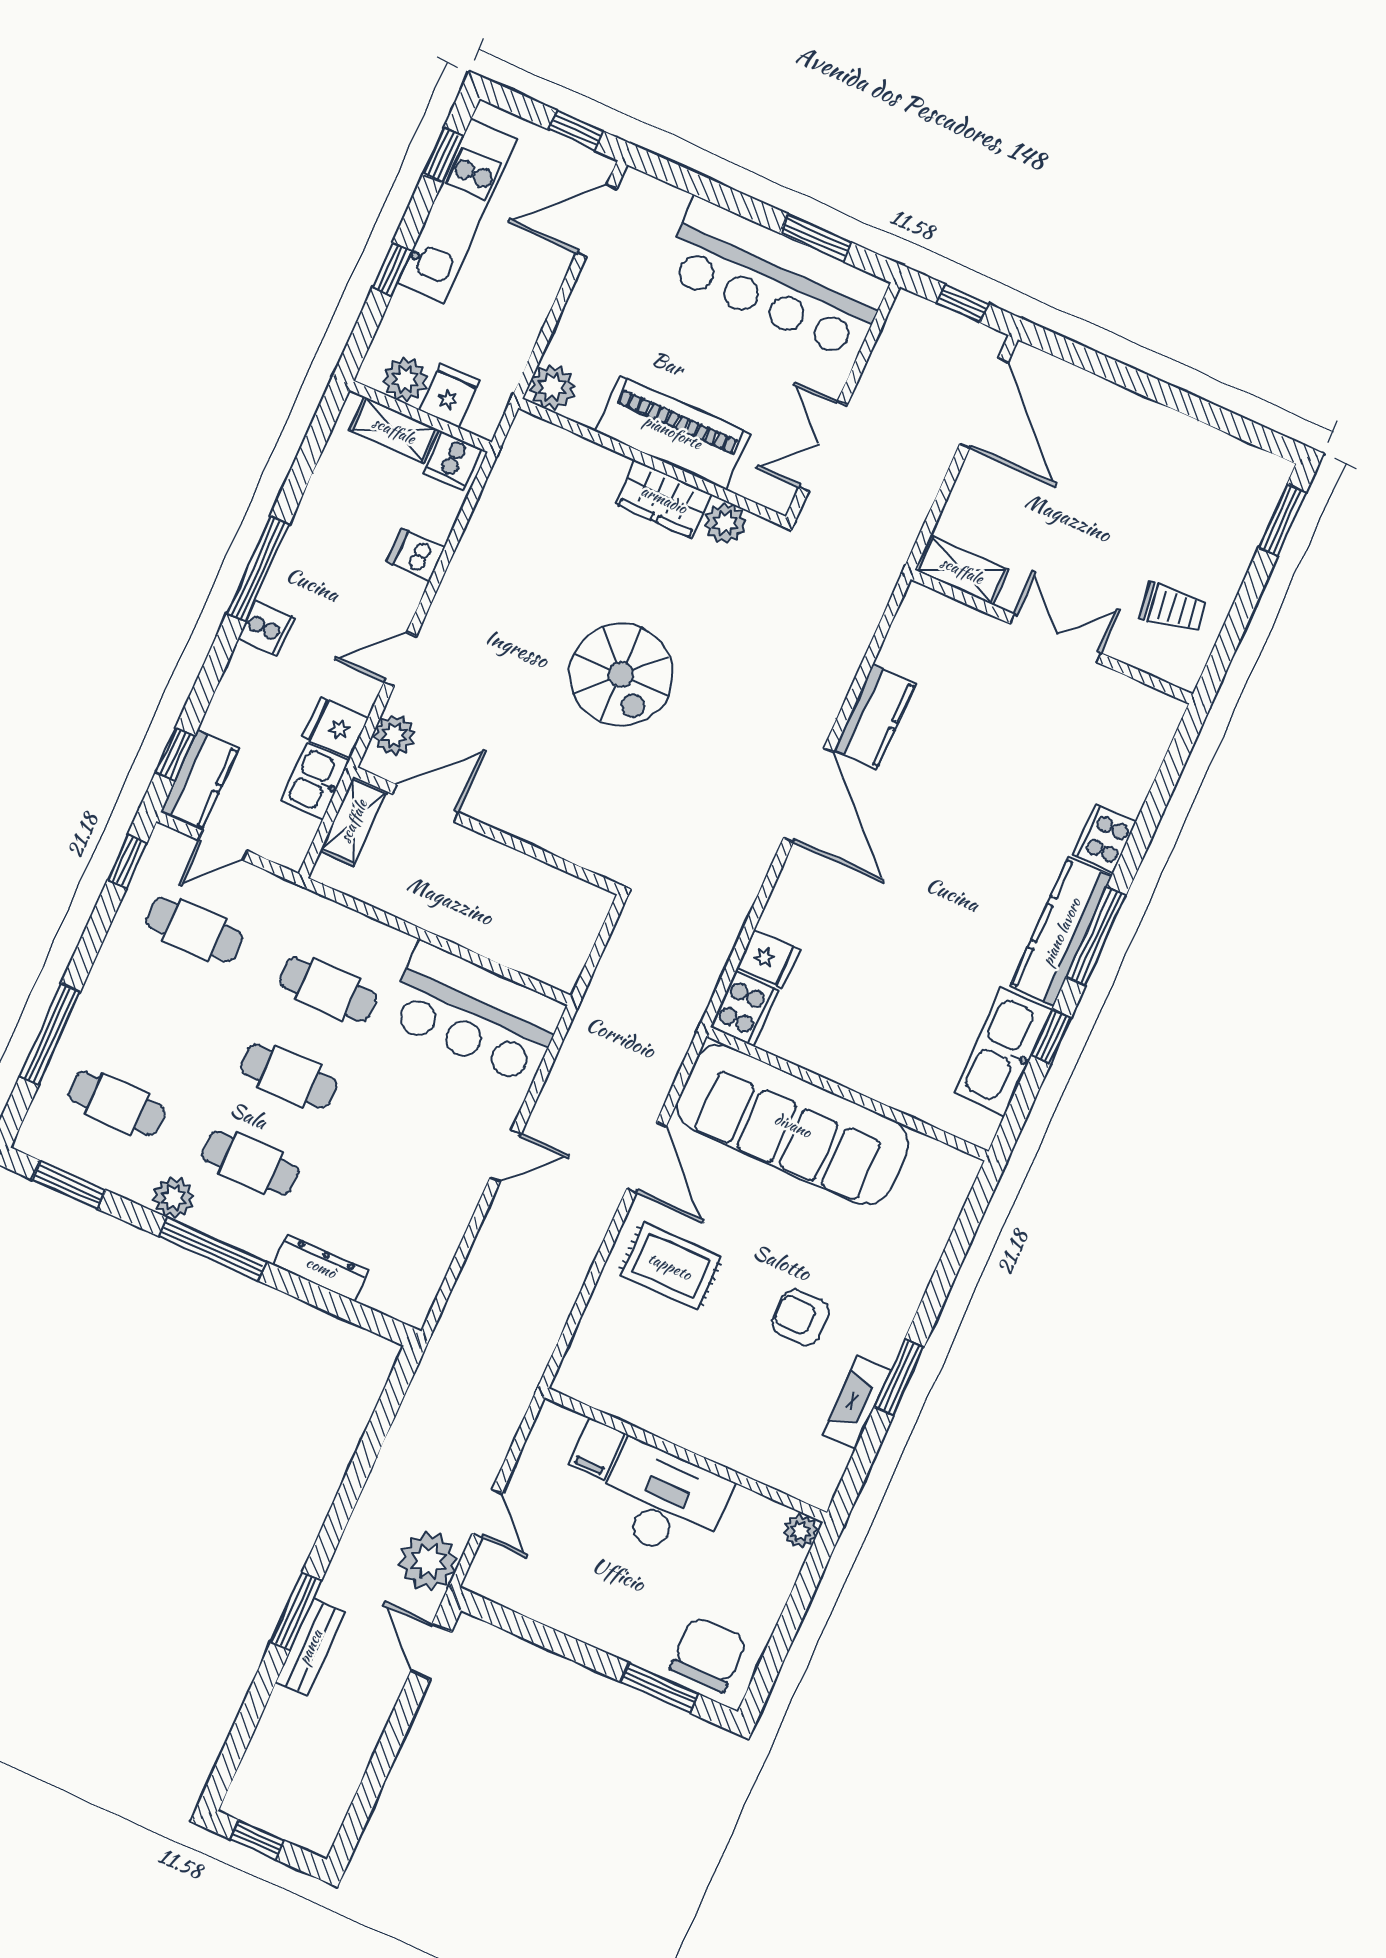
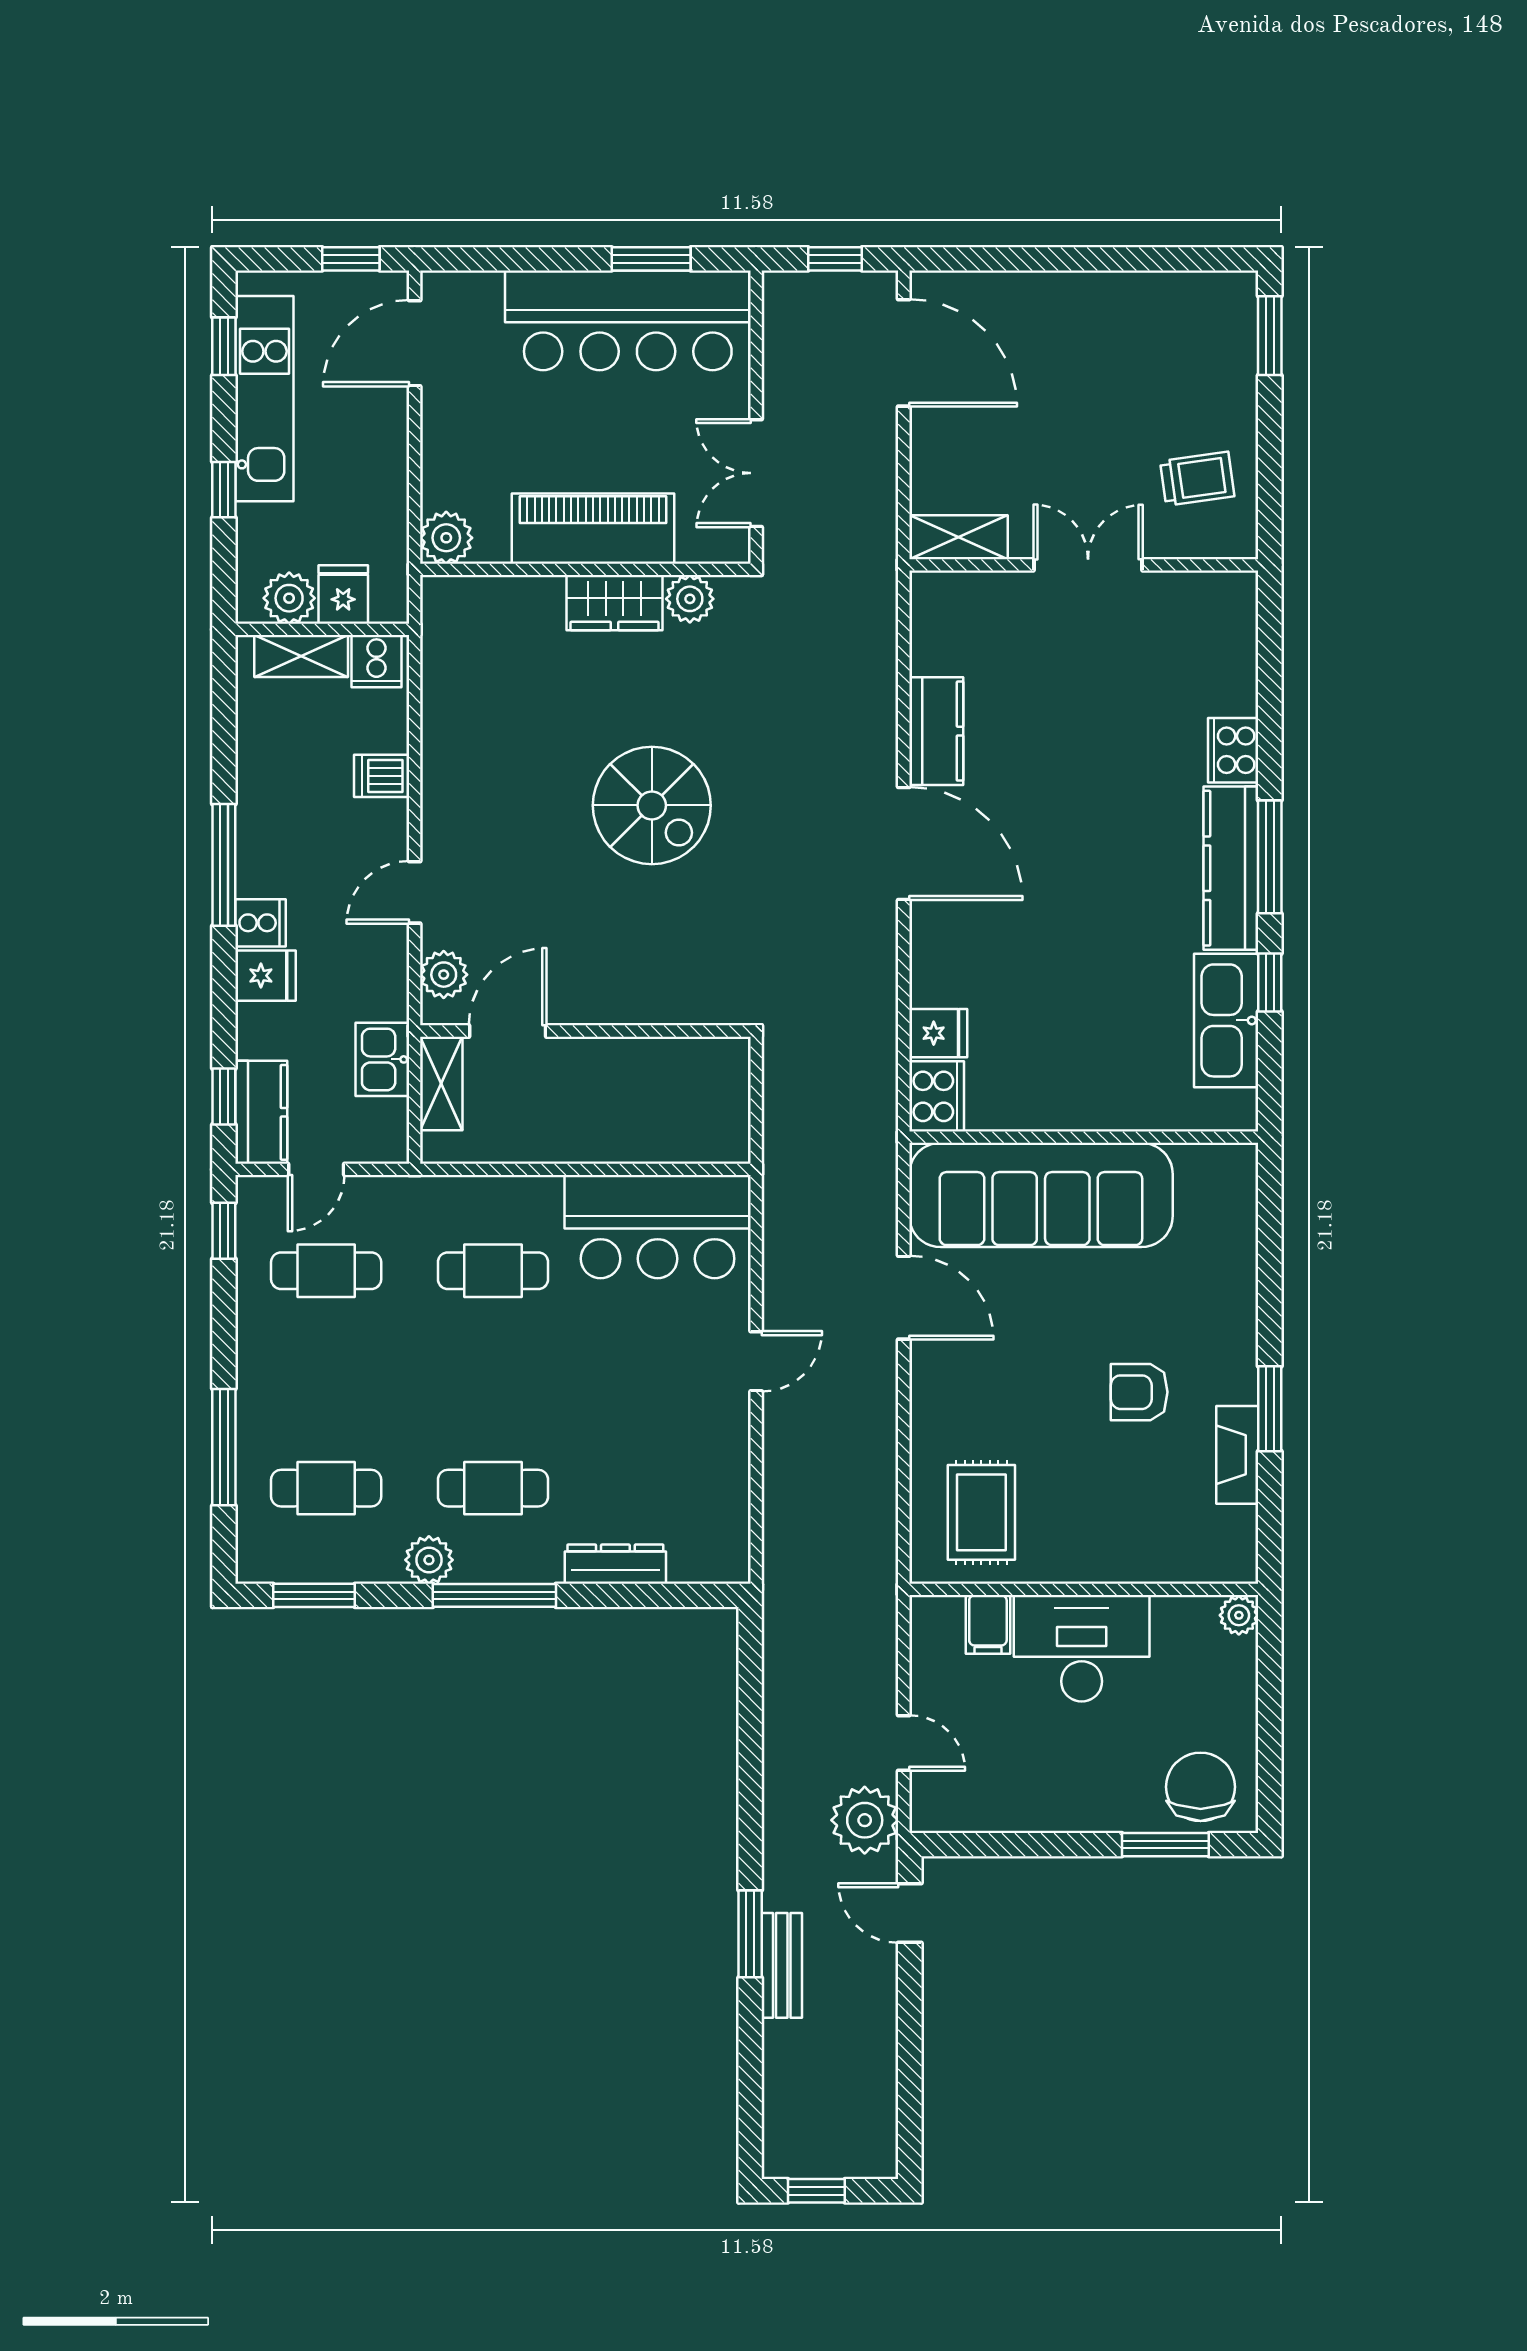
fridge: (336, 727) -> (266, 976), moved, turned 180
cafe table: (289, 1076) -> (493, 1379), removed
rug: (670, 1266) -> (981, 1512), moved, turned 90

